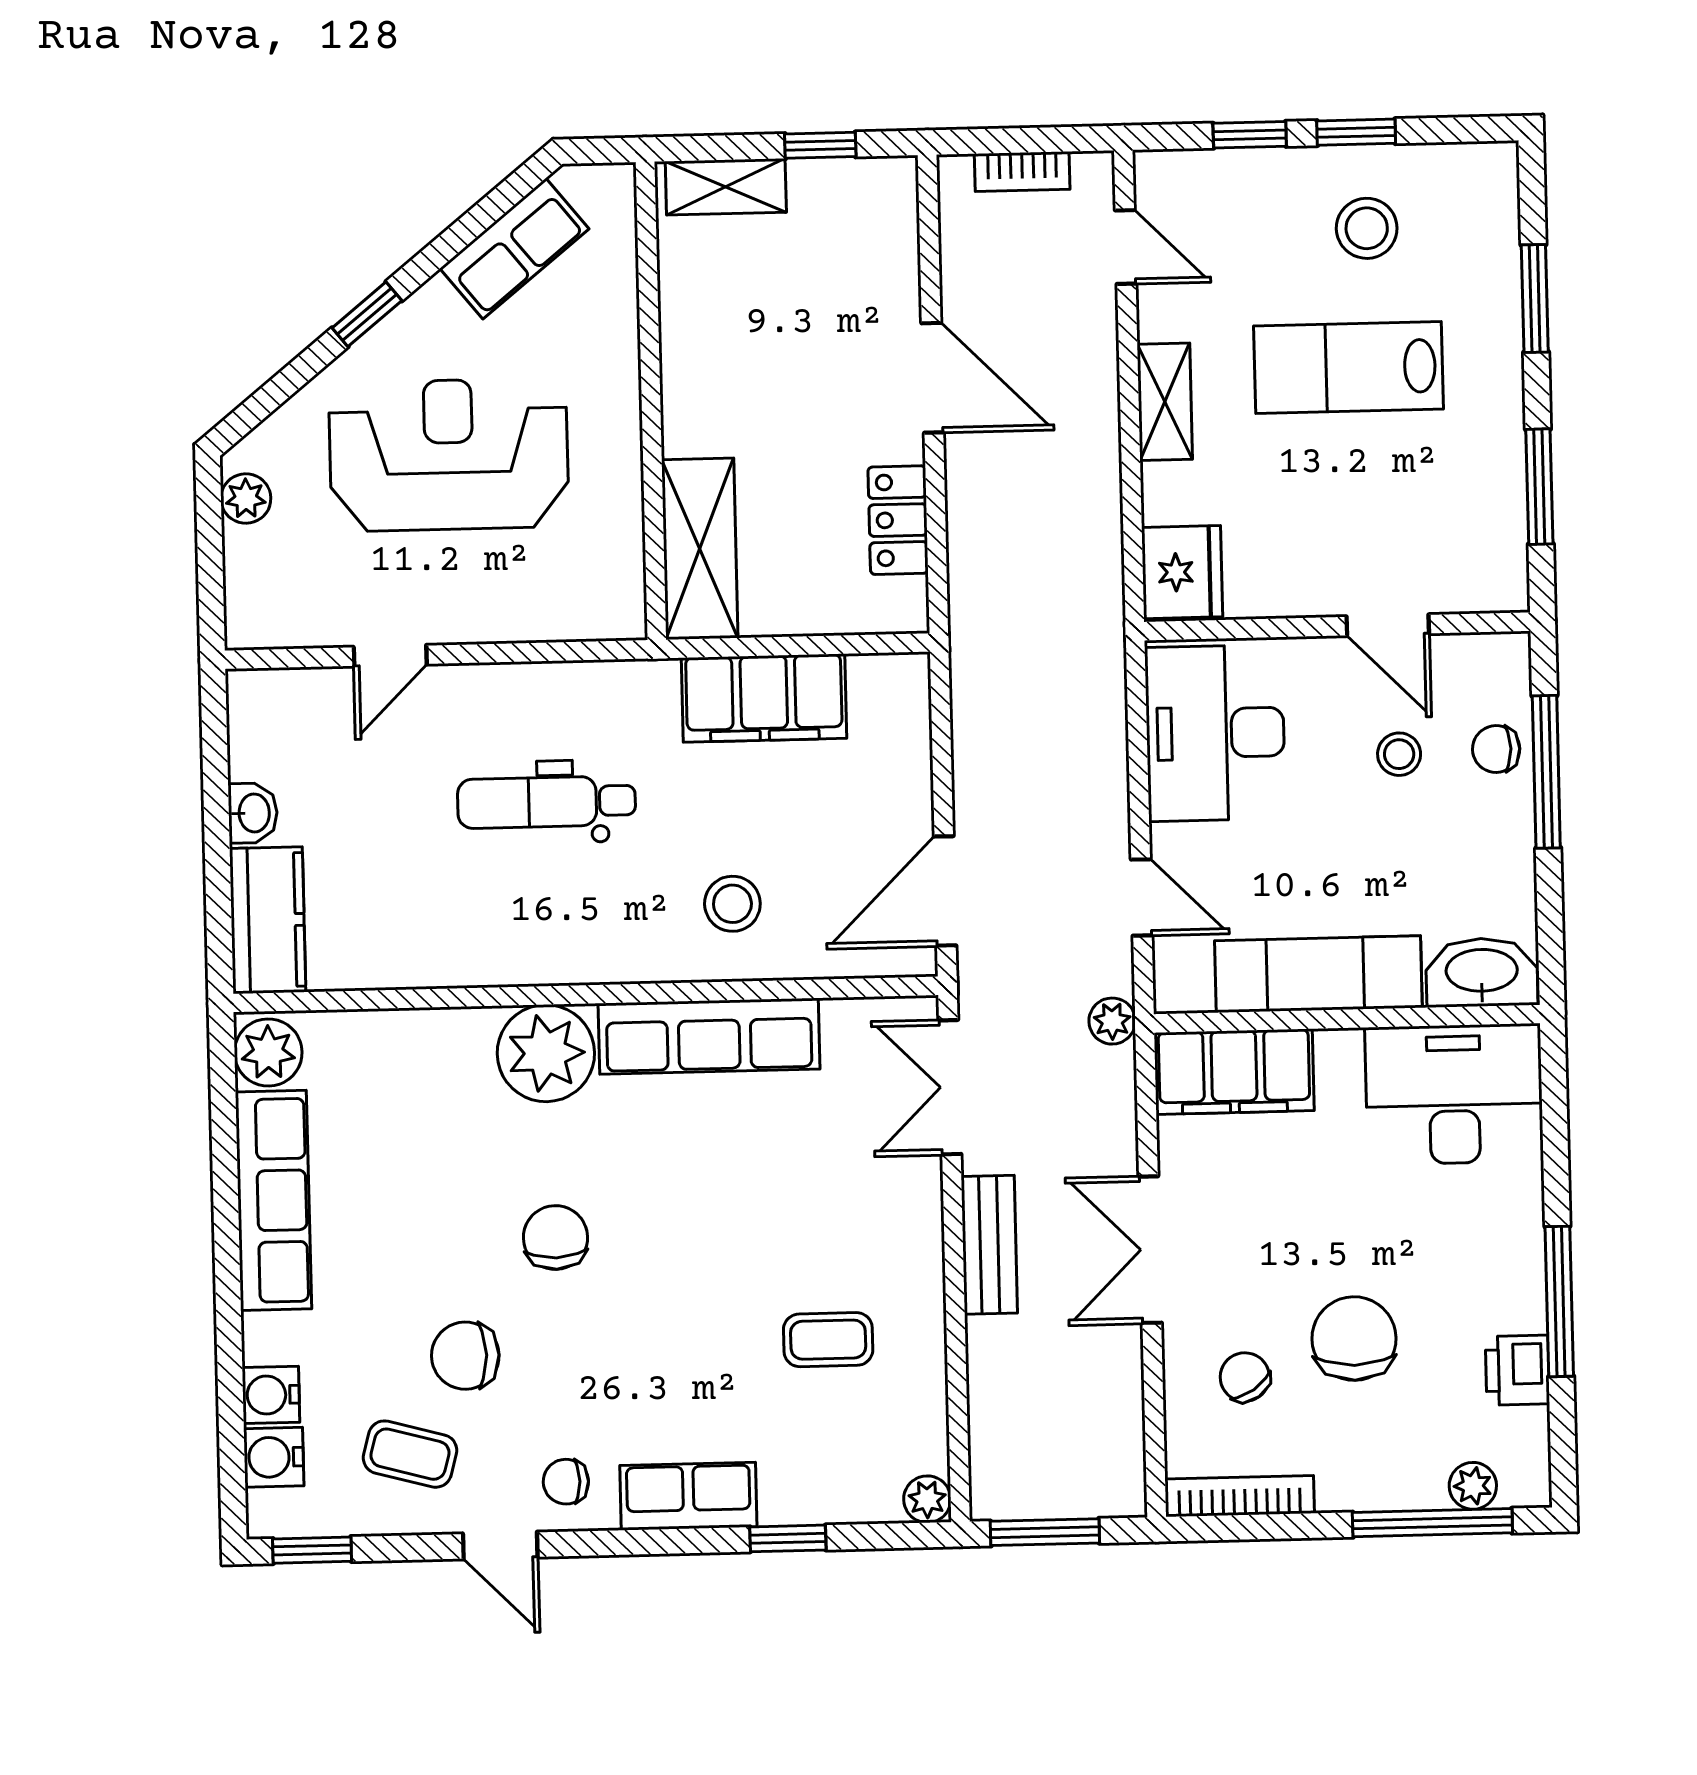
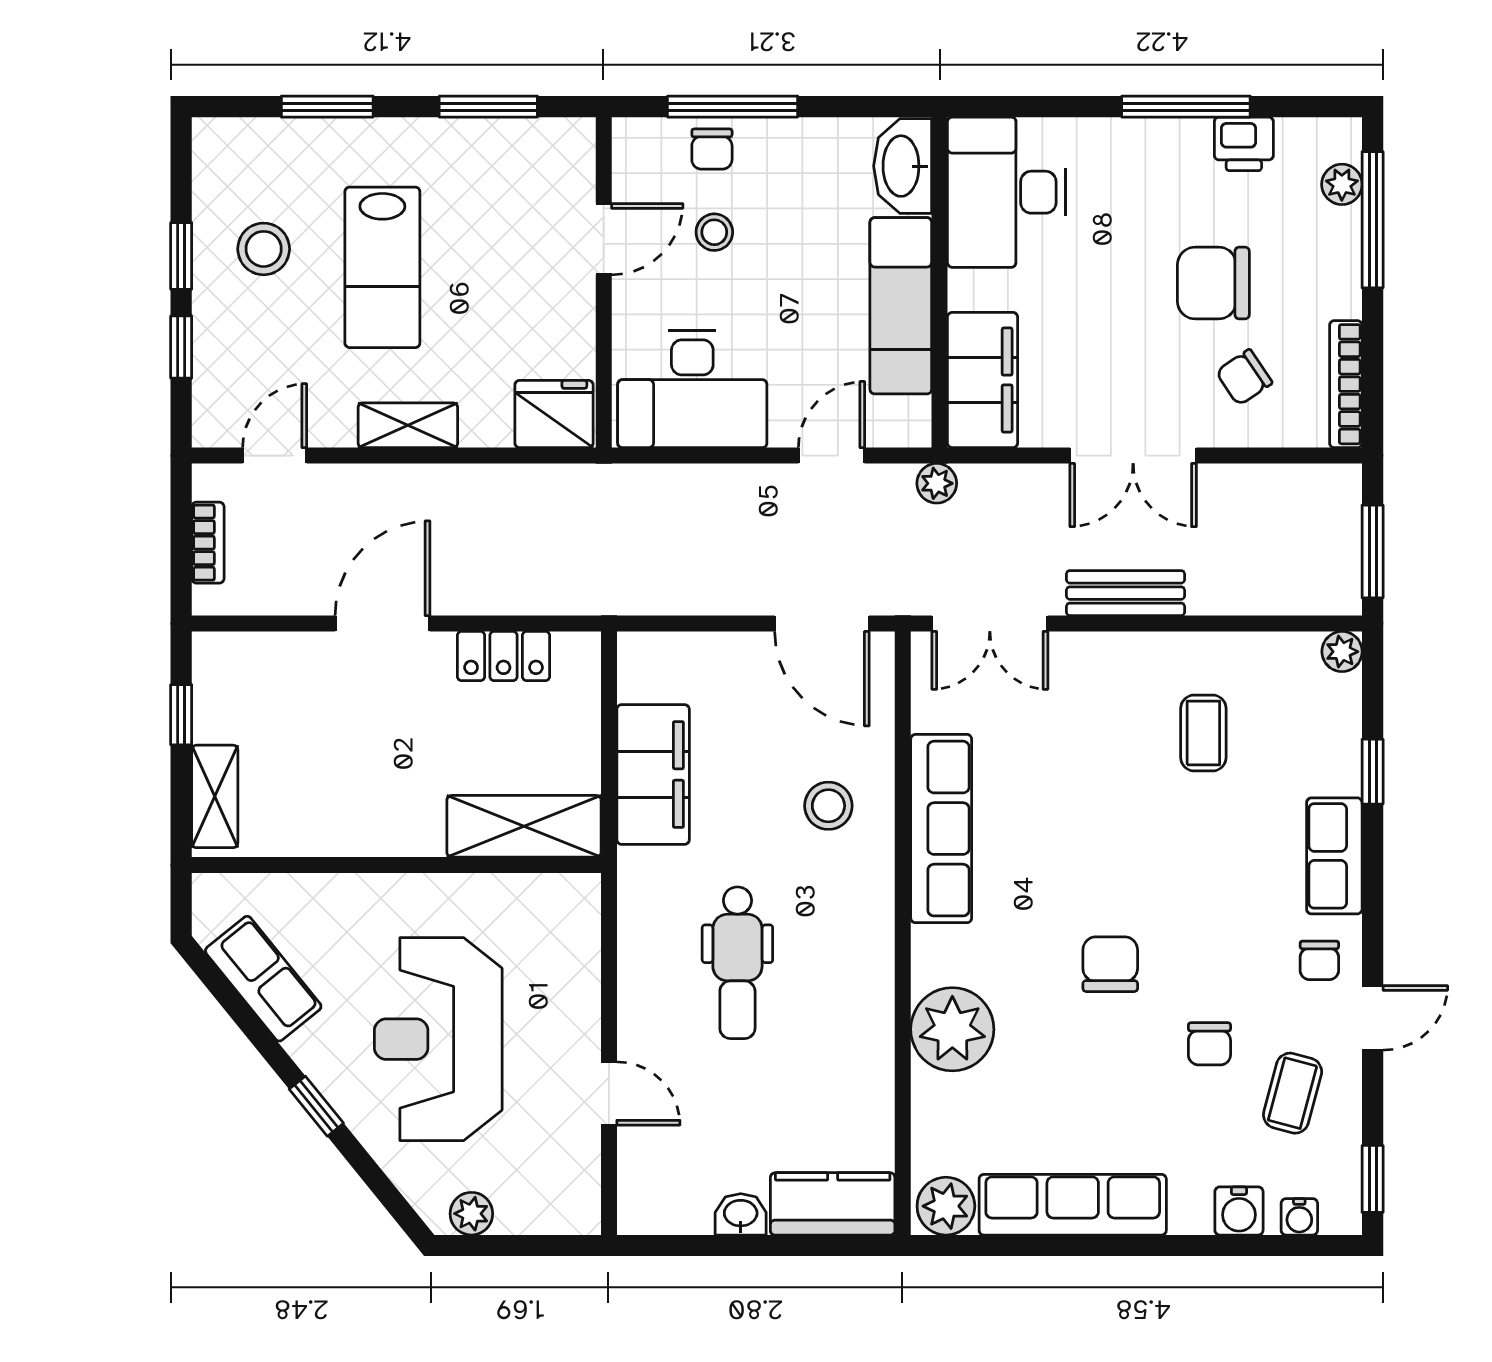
plant: (546, 1053) -> (952, 1029), moved
chair: (555, 1237) -> (1110, 964), turned 91
chair: (465, 1356) -> (1209, 1044), width x0.73, depth x0.73
water cooler: (274, 1457) -> (1299, 1217), width x0.72, depth x0.72

